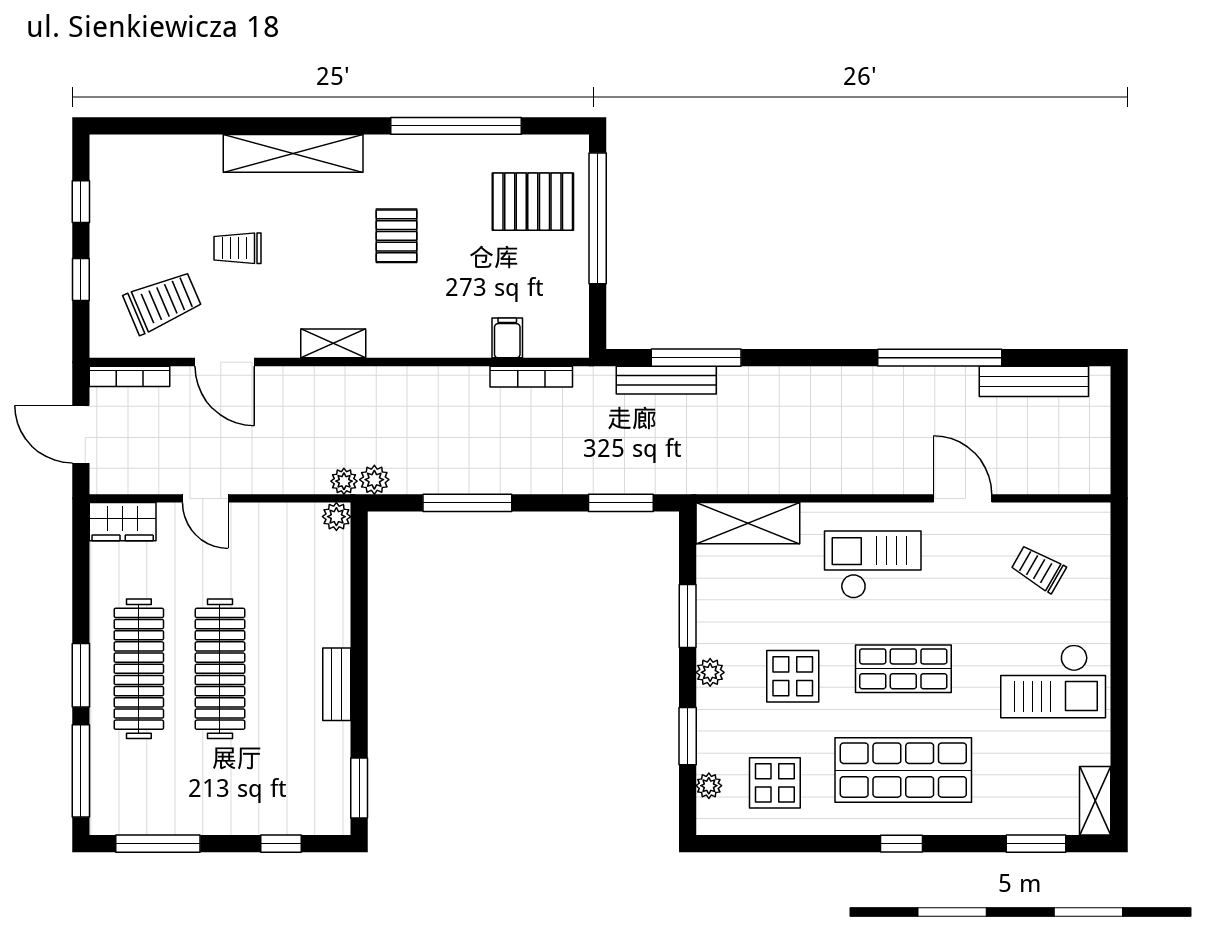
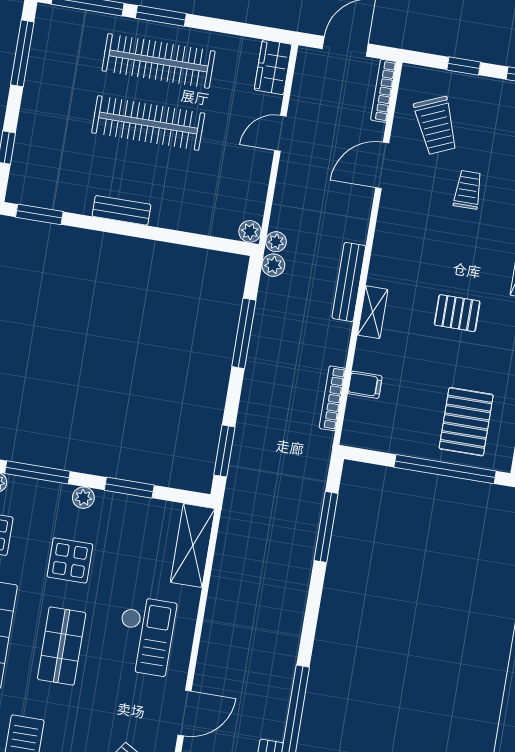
shelving: (333, 343) -> (373, 312), moved
bench: (666, 380) -> (349, 282), moved
window: (688, 736) -> (37, 472), width x1.44

